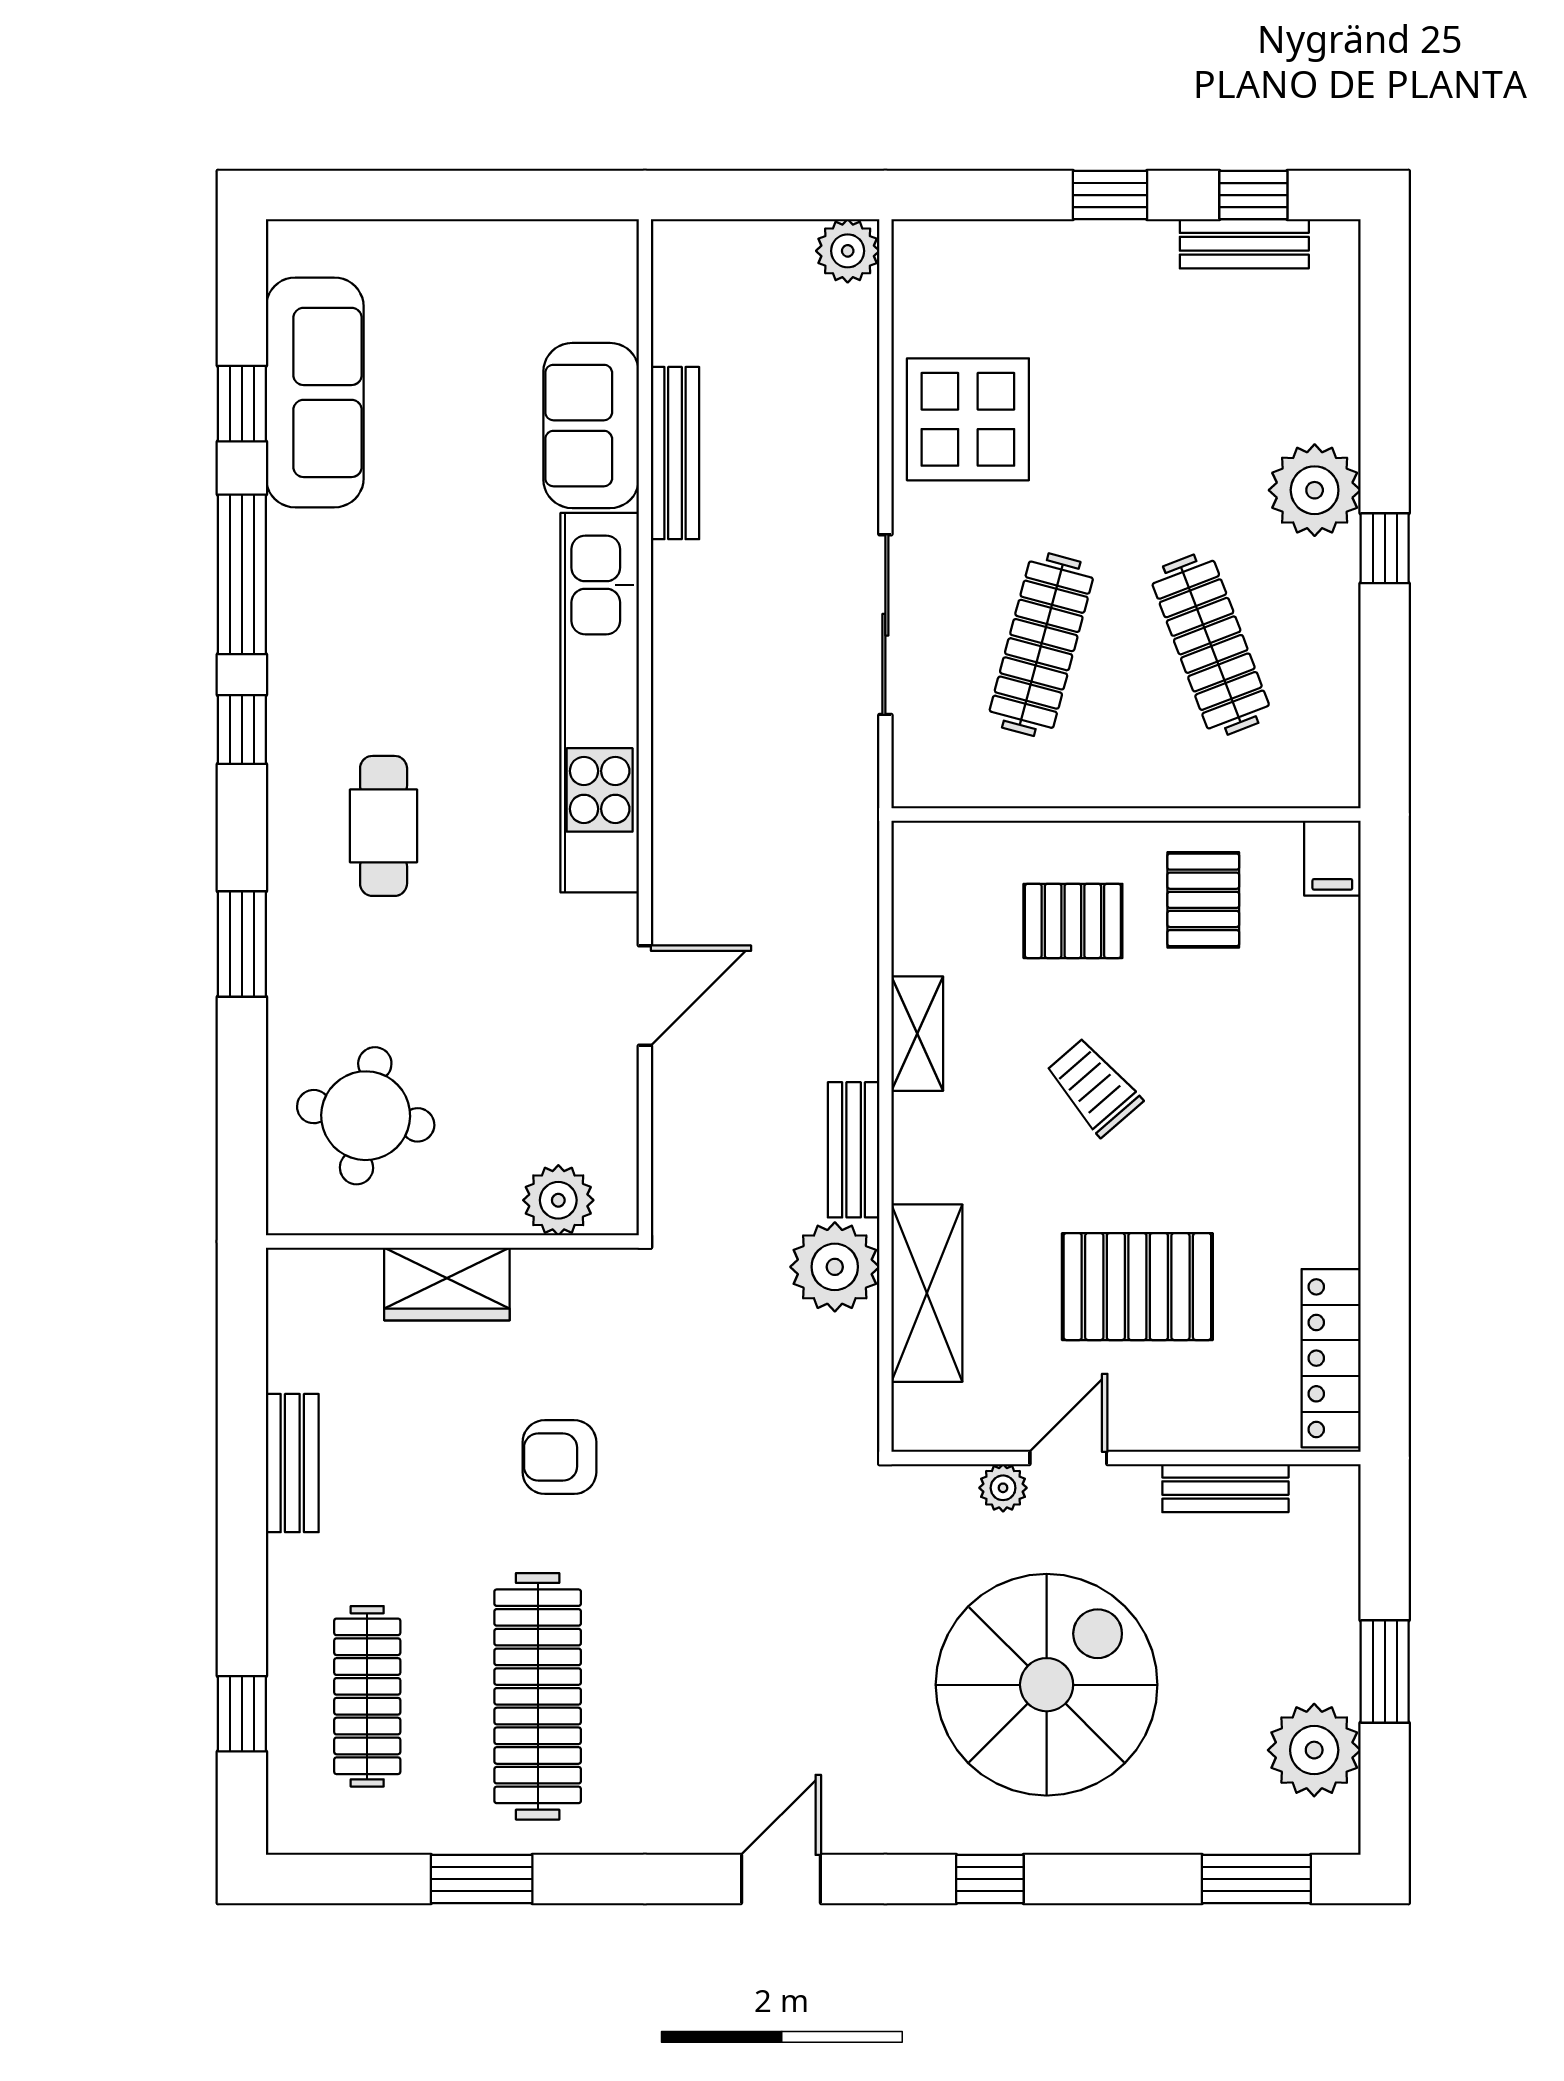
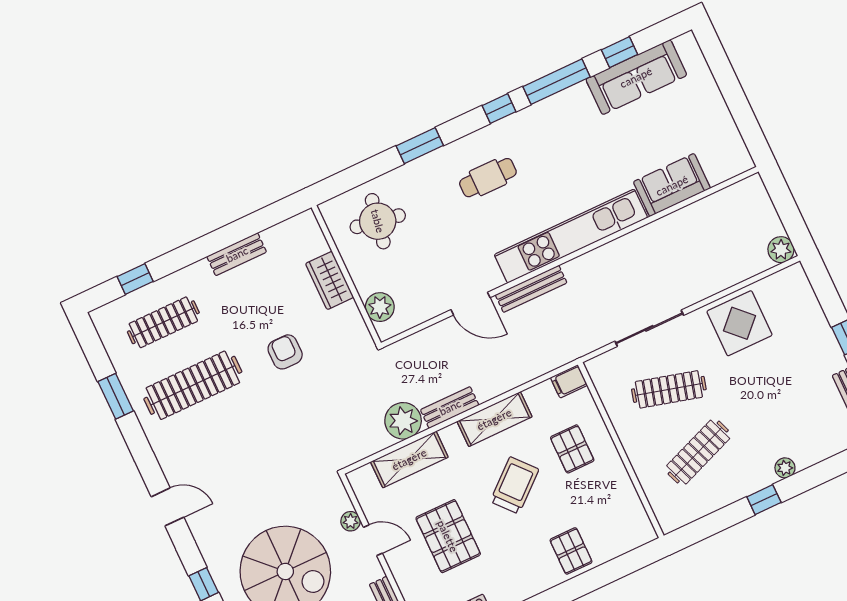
bench: (675, 453) -> (531, 289), moved
plant: (1315, 490) -> (785, 468), width x0.53, depth x0.53
filing cabinet: (1332, 858) -> (569, 381), moved
pallet: (1203, 900) -> (571, 551), moved, turned 90
shelving: (917, 1034) -> (494, 419), width x1.50, depth x1.33
trolley: (1094, 1087) -> (514, 485), width x1.36, depth x1.39

